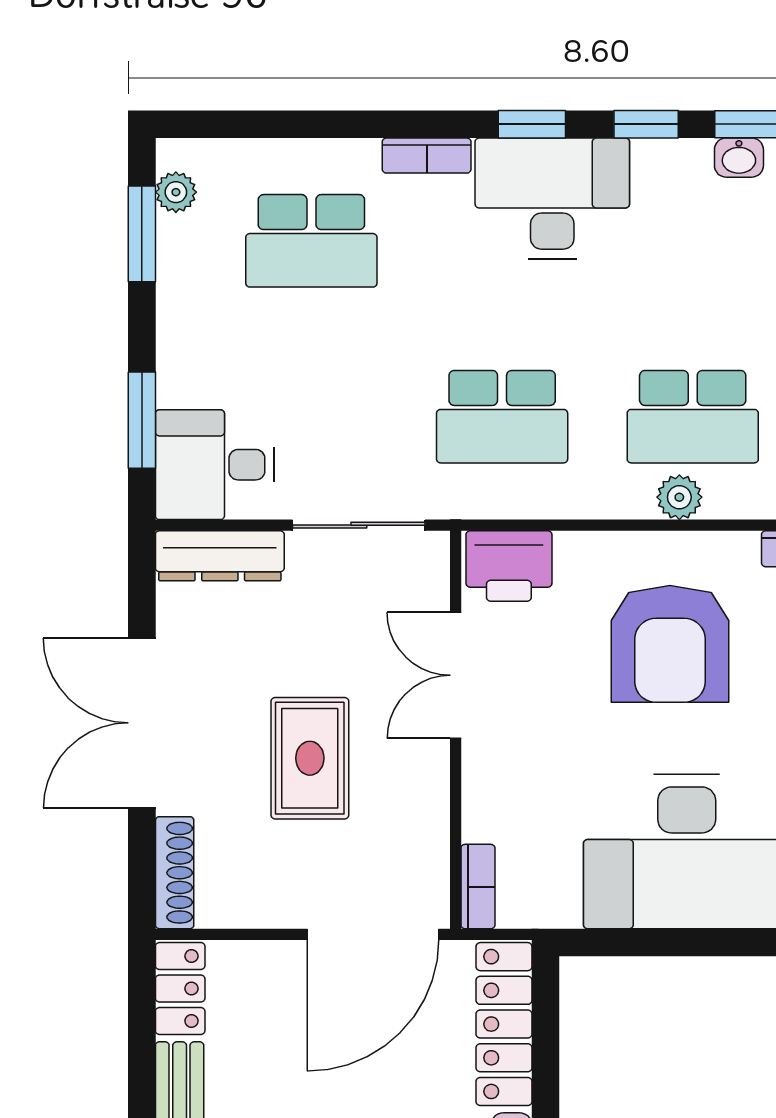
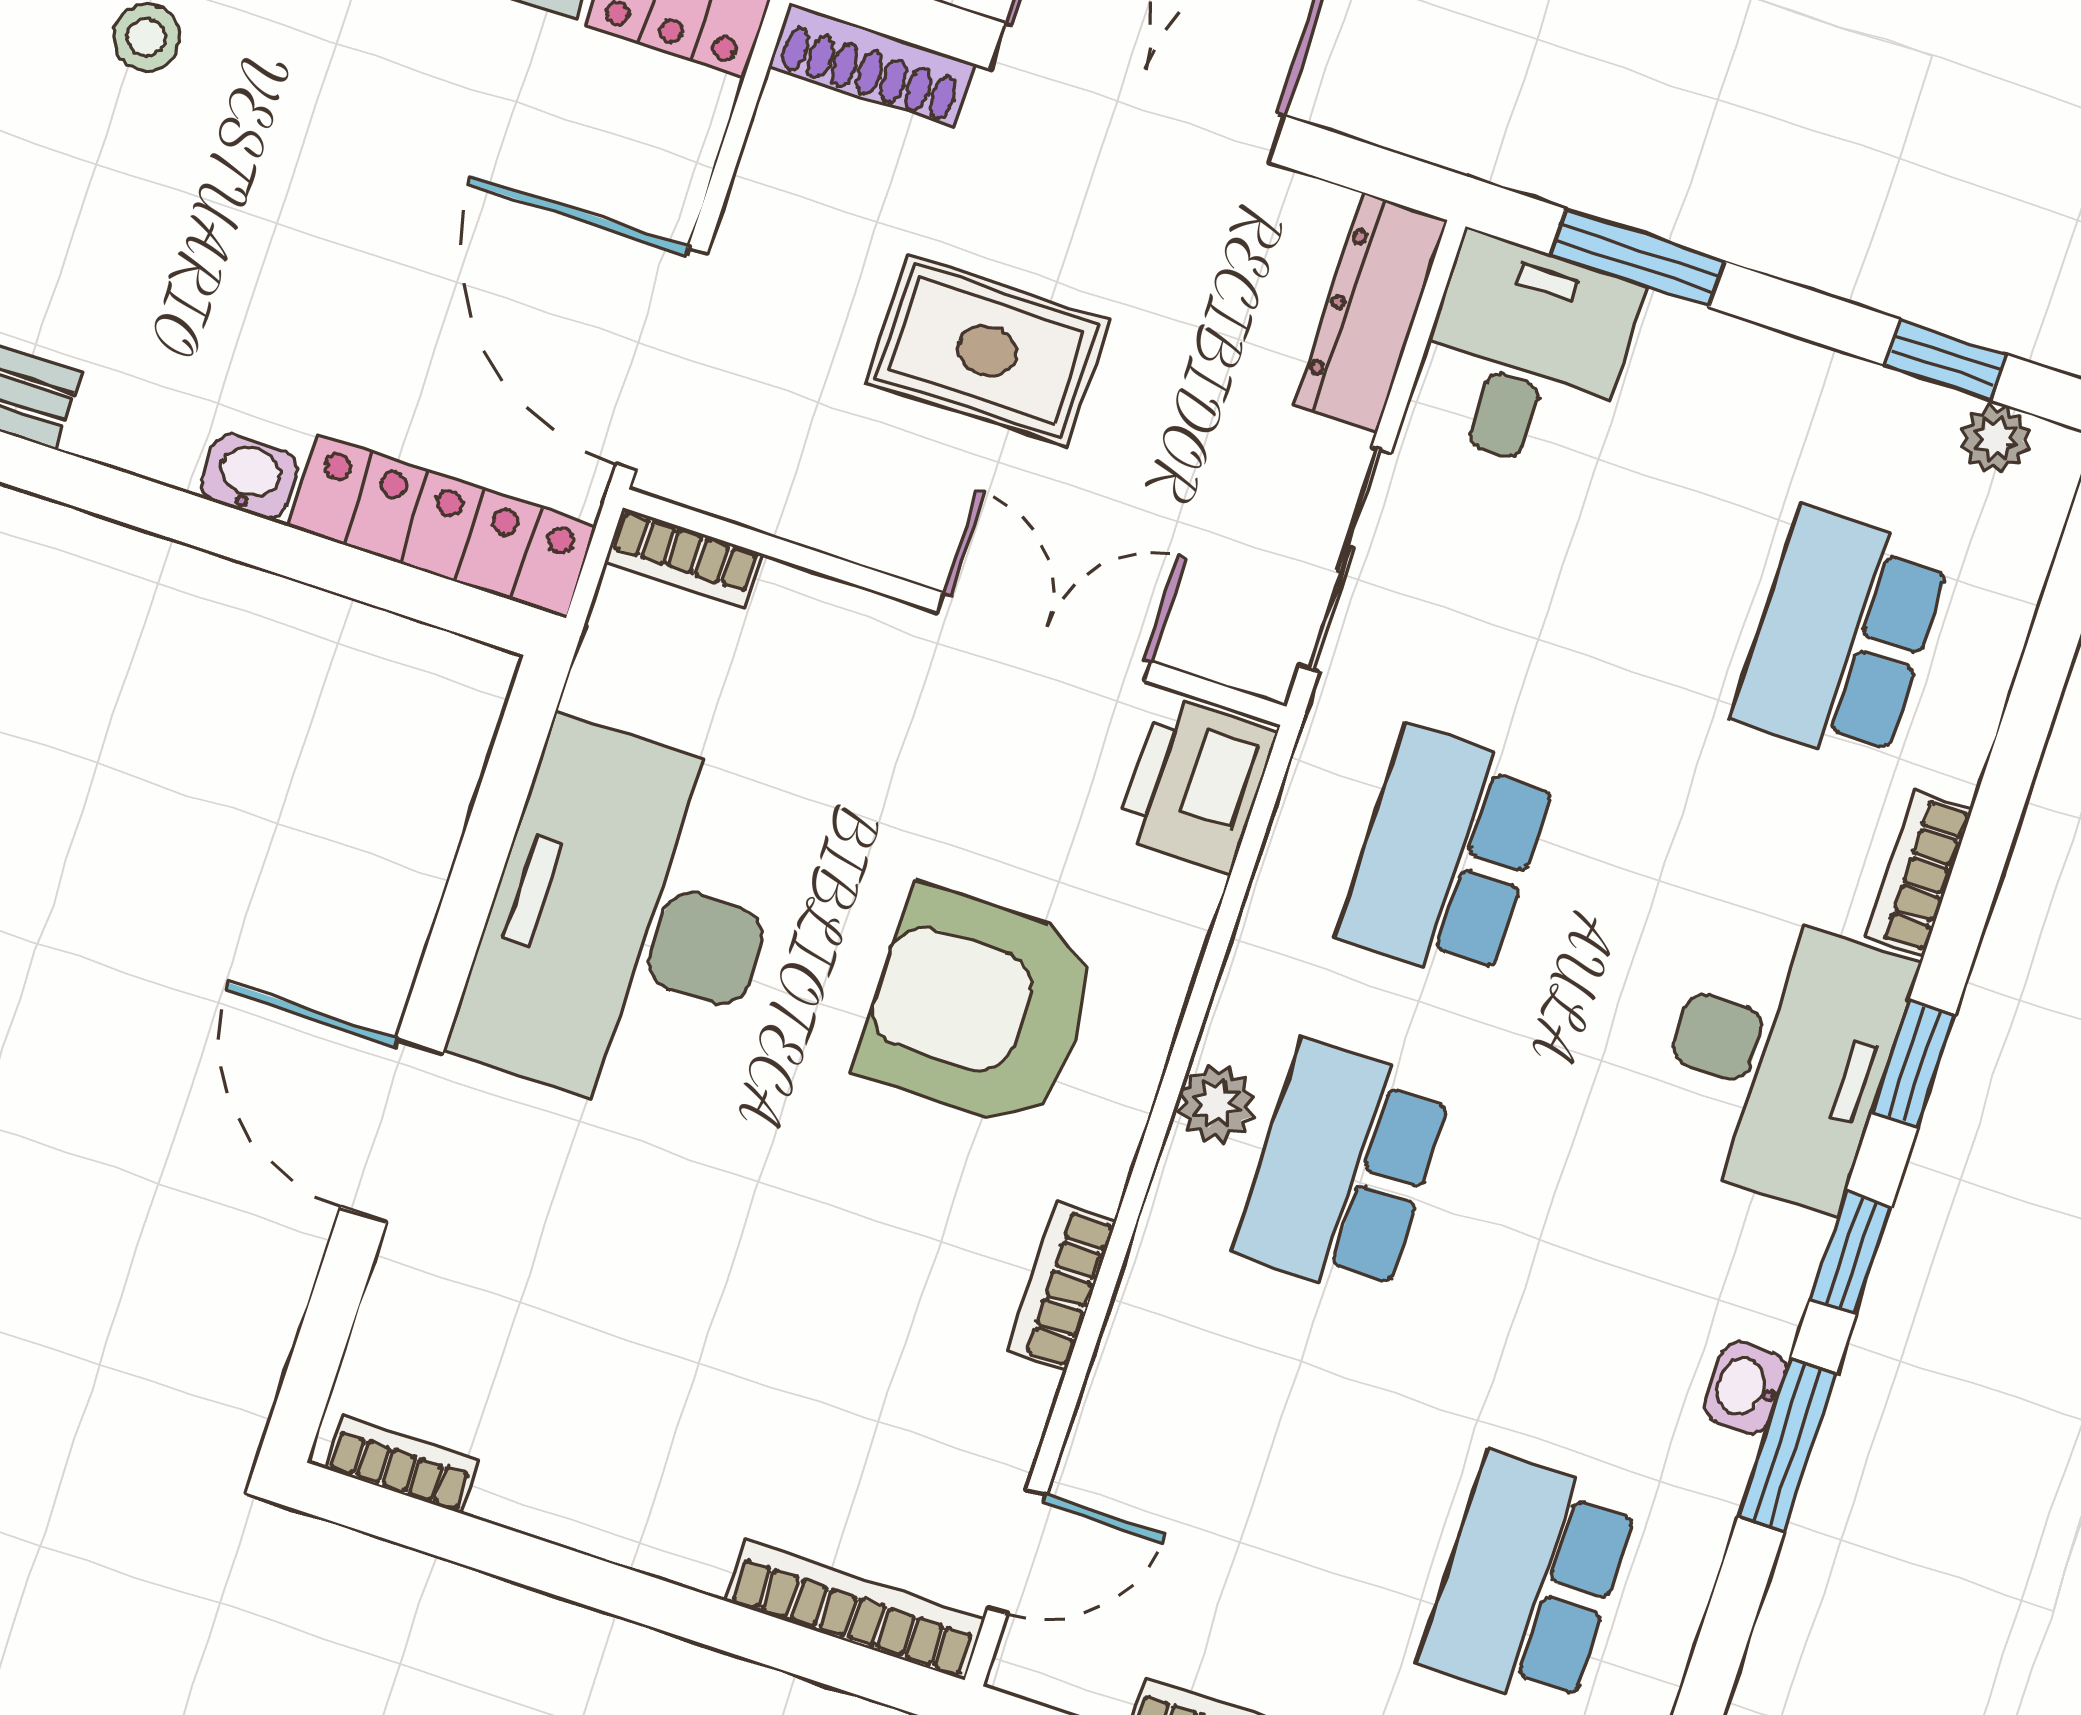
window: (142, 234) -> (1945, 360), width x0.67

